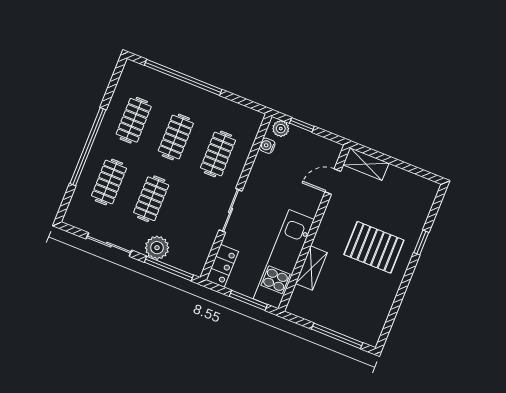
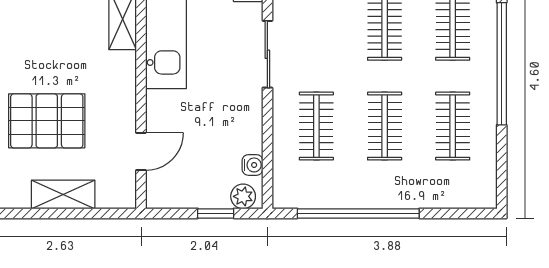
window: (183, 77) -> (358, 213), moved
shelving: (366, 164) -> (63, 194), moved
pallet: (374, 247) -> (47, 121), moved

